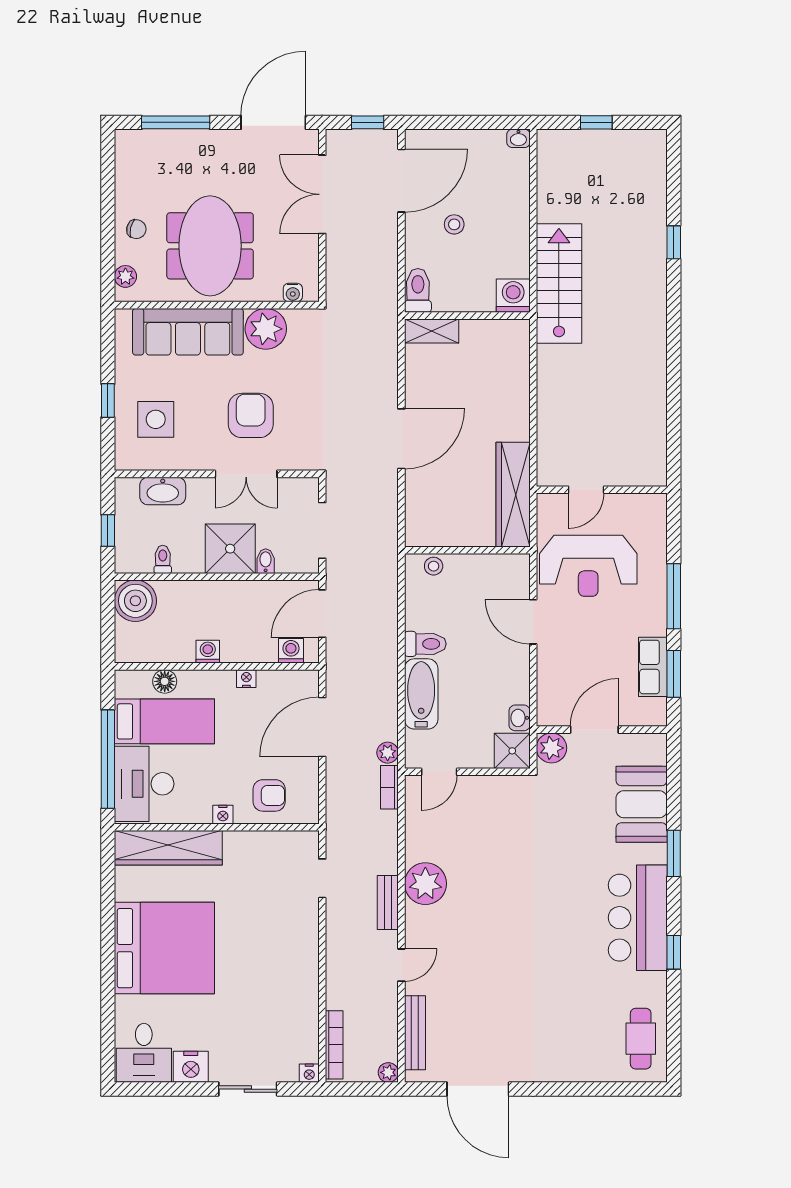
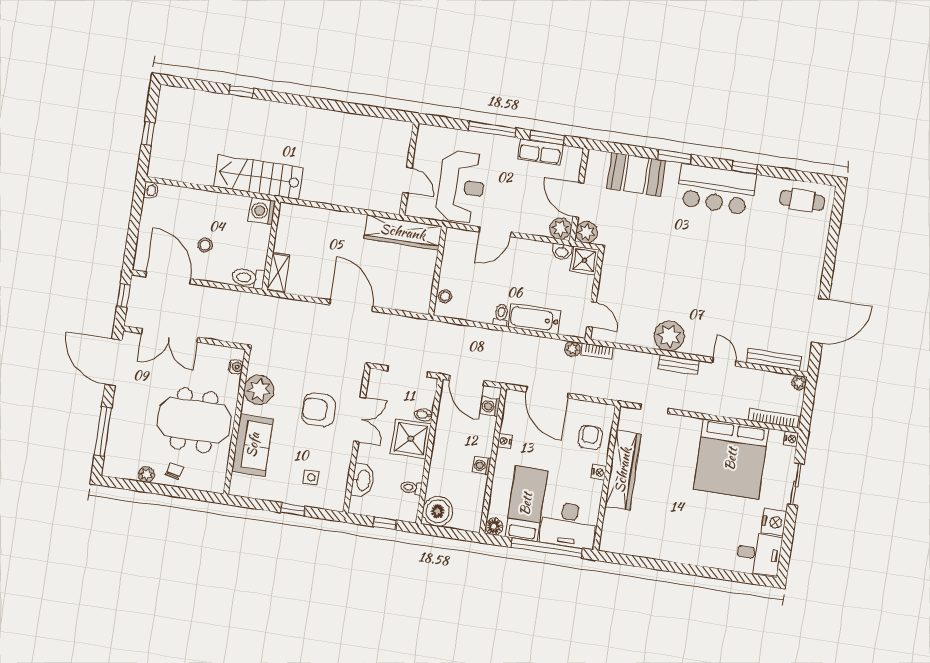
plant: (125, 276) -> (147, 475), moved
sofa: (188, 332) -> (253, 445), width x0.73
side table: (156, 419) -> (311, 478), width x0.54, depth x0.54
toilet: (425, 644) -> (501, 315), width x0.73, depth x0.72
floor lamp: (165, 681) -> (494, 526), moved
plant: (551, 711) -> (560, 229), added
wardrobe: (168, 848) -> (623, 470), moved
bed: (164, 948) -> (731, 459), moved, turned 180

